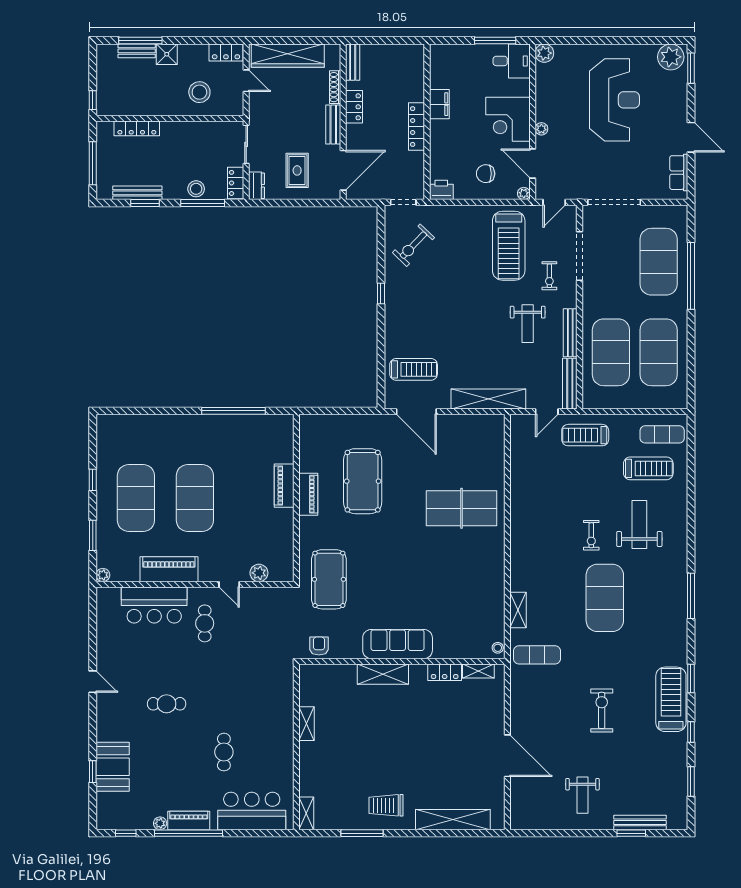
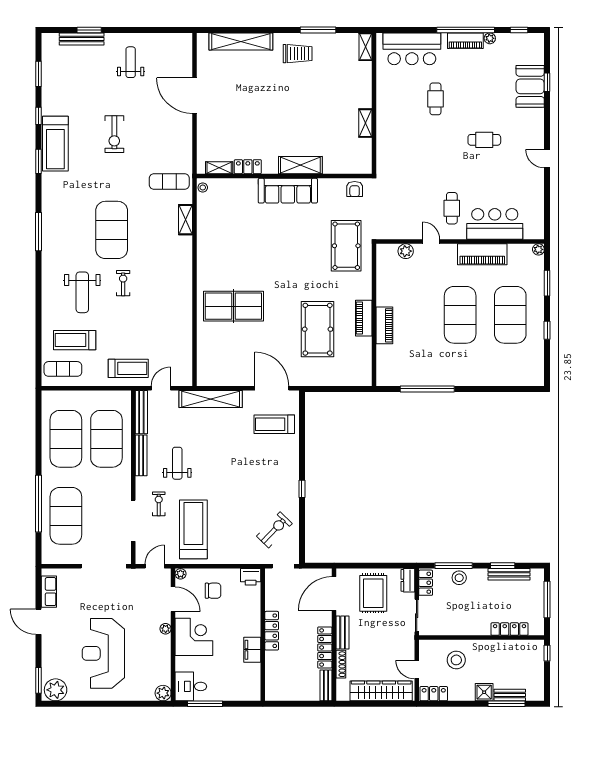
locker: (354, 107) -> (325, 647), width x1.53
rug: (297, 170) -> (373, 593), width x1.36, depth x1.43

